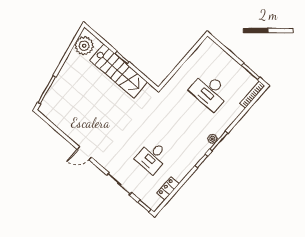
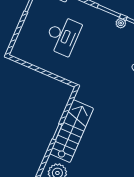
plant: (212, 139) -> (121, 23), moved

